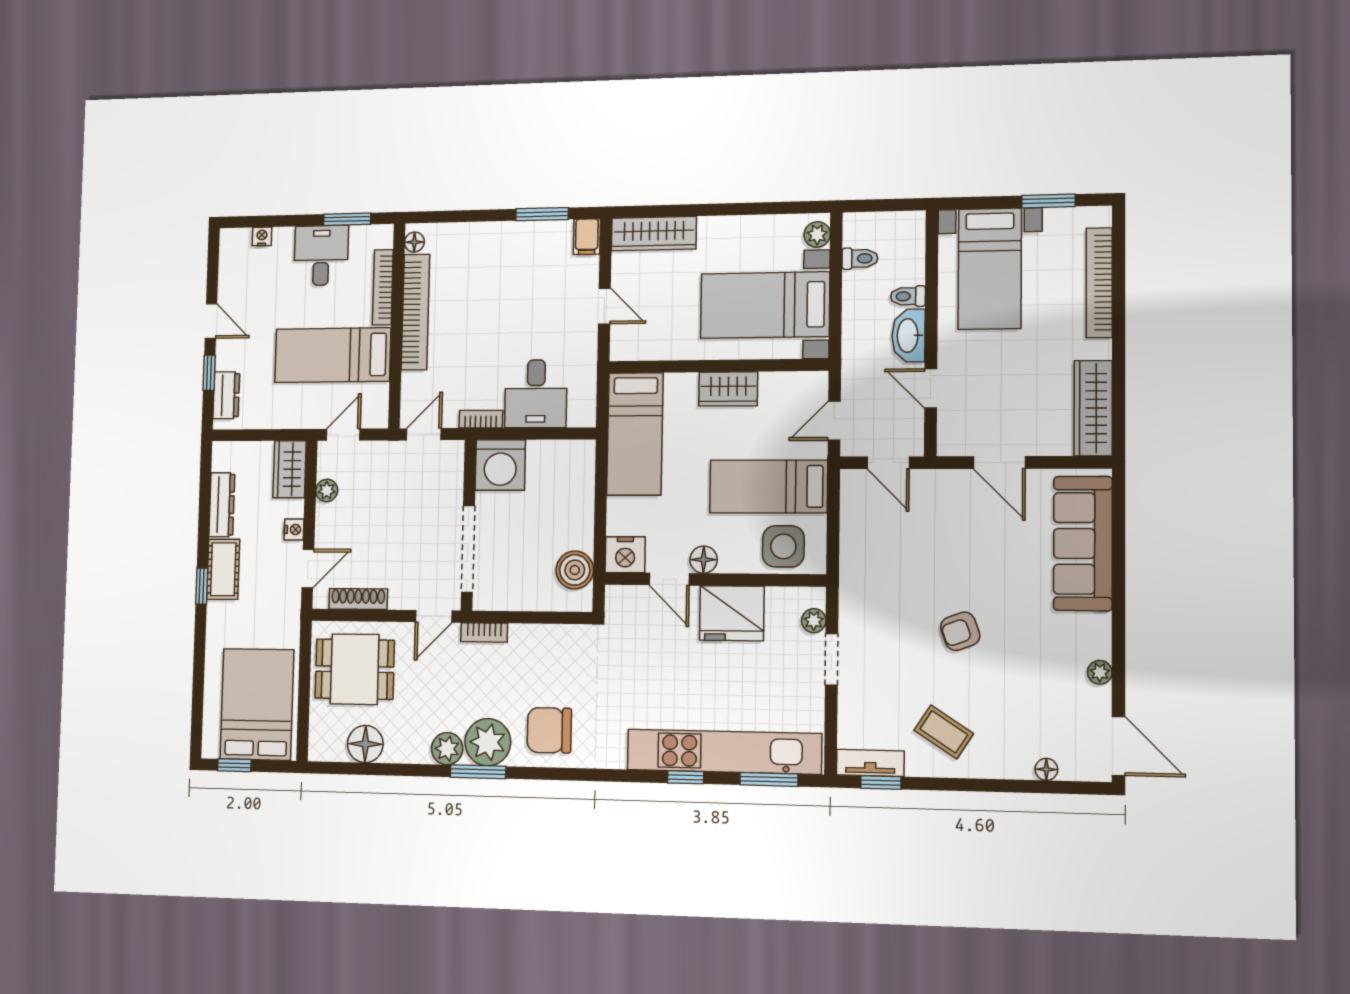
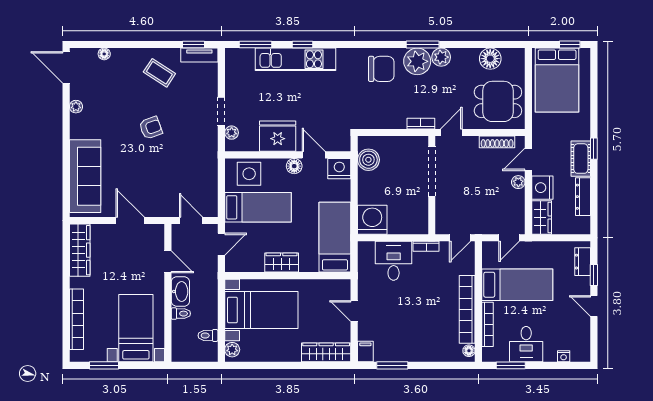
washing machine: (500, 465) -> (372, 220), moved
plant: (327, 490) -> (518, 182), moved
nightstand: (294, 530) -> (542, 188), width x1.89, depth x1.79
kitchen unit: (724, 752) -> (296, 59), width x0.73

